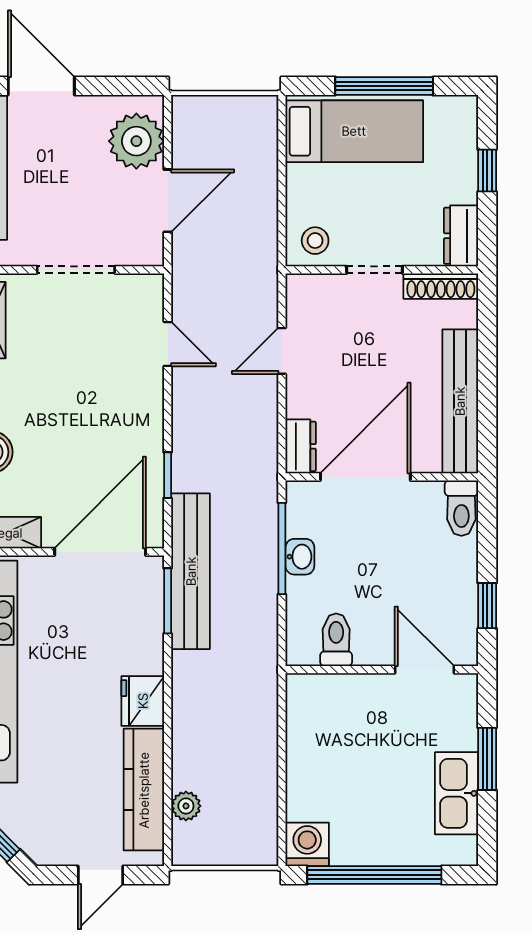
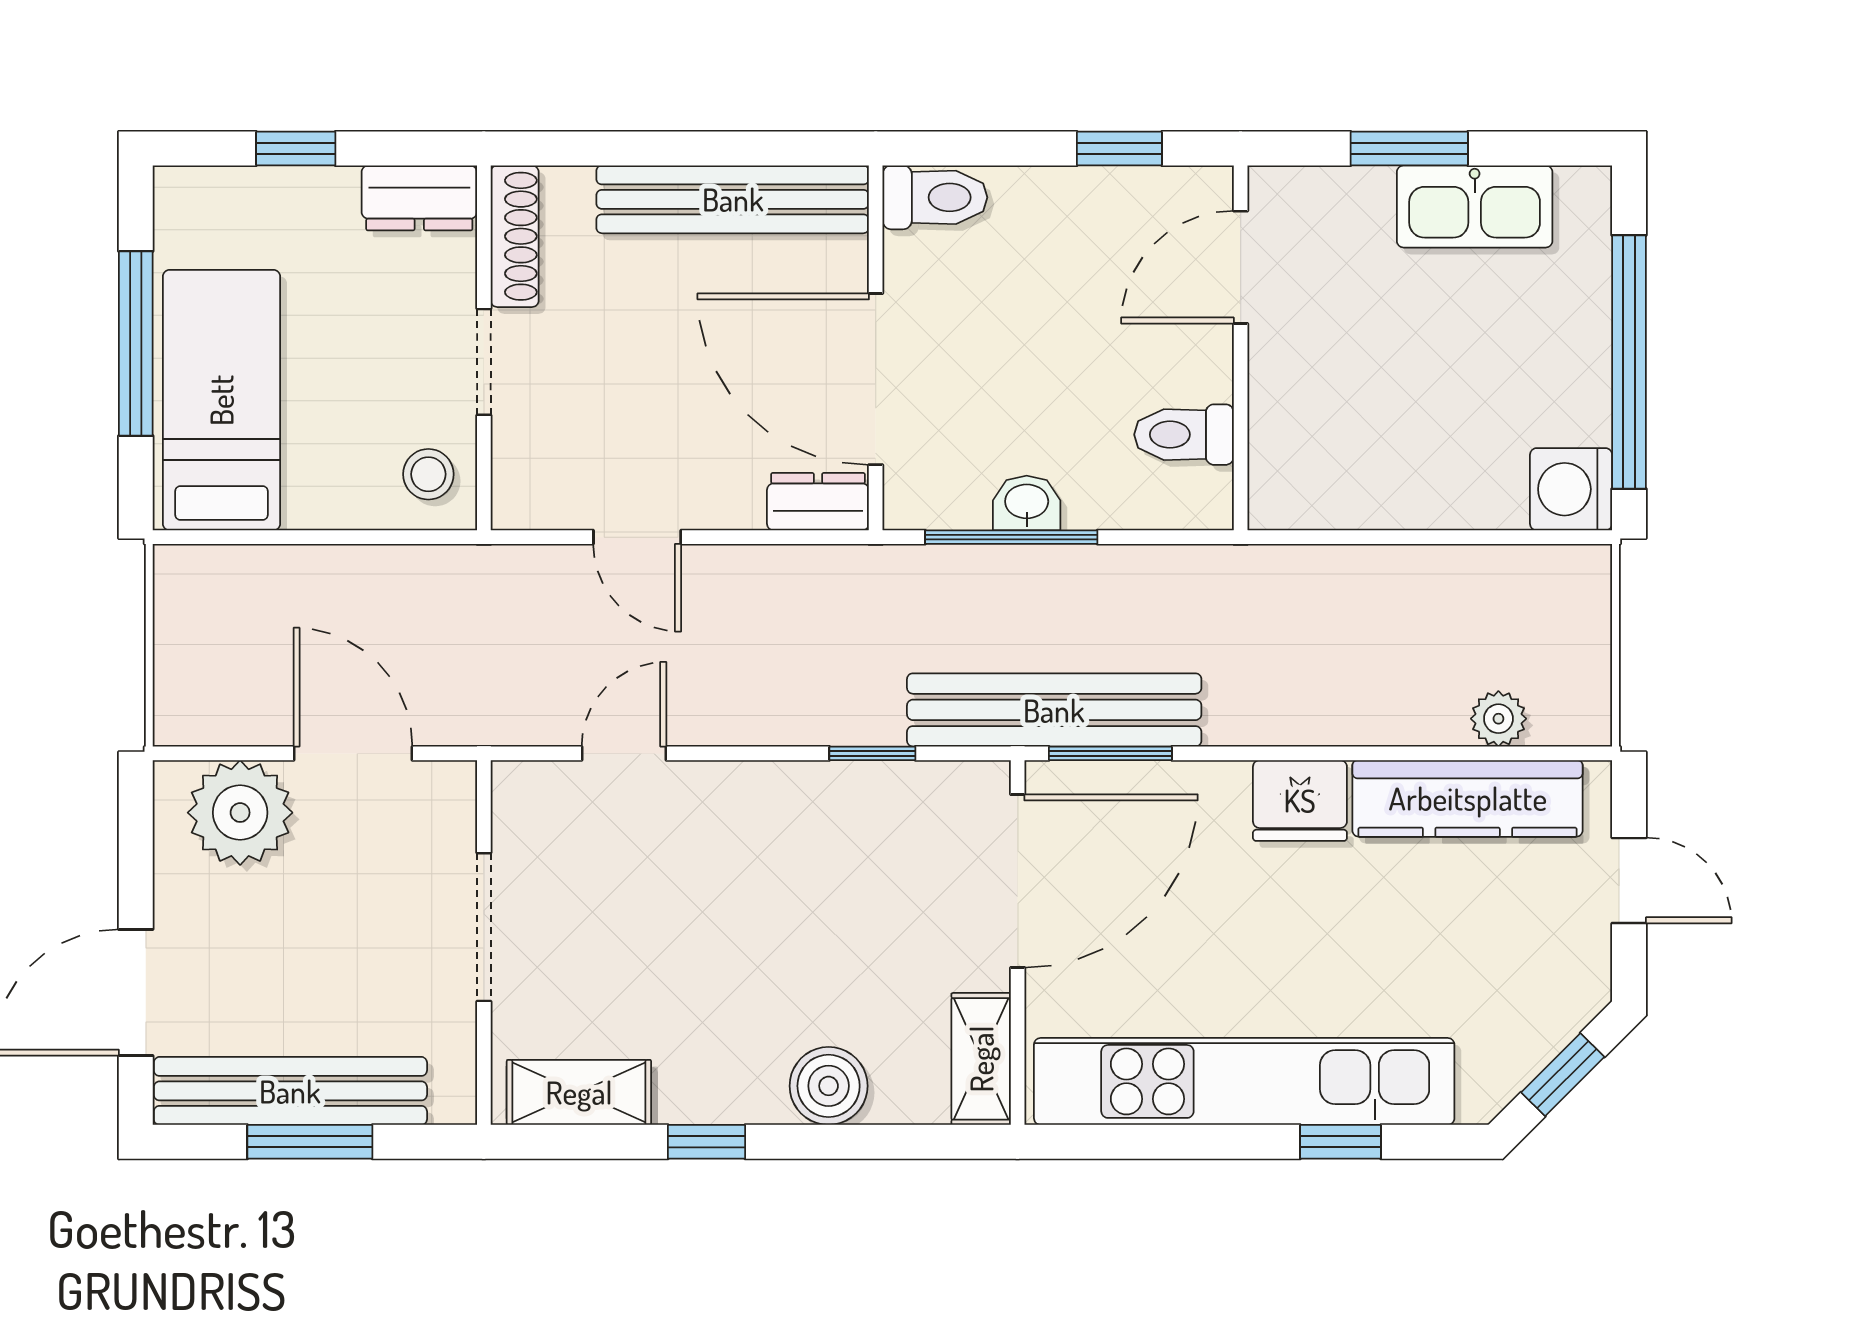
door: (100, 552) -> (1018, 881), swing flipped

